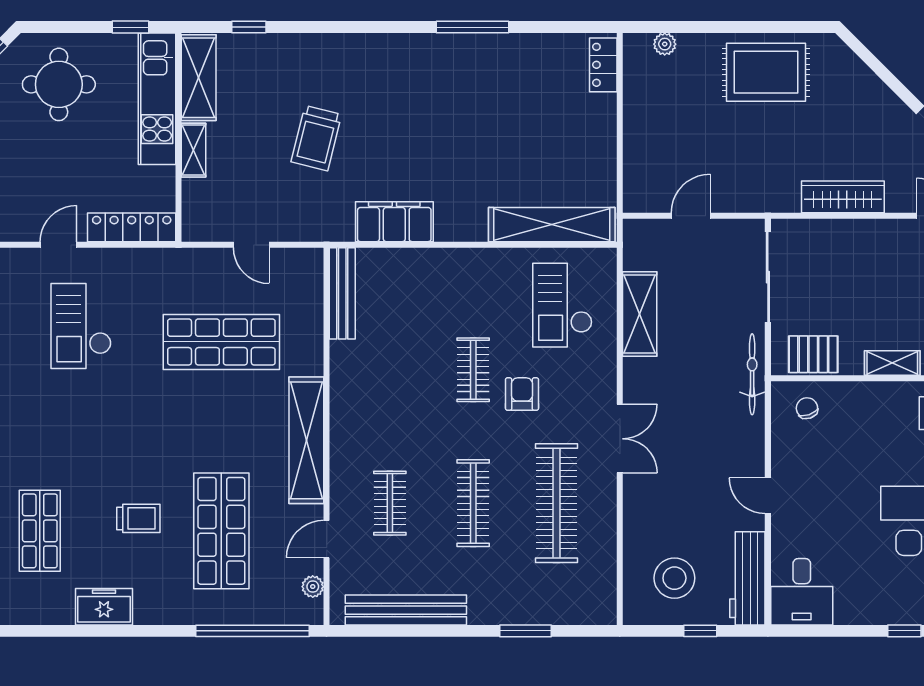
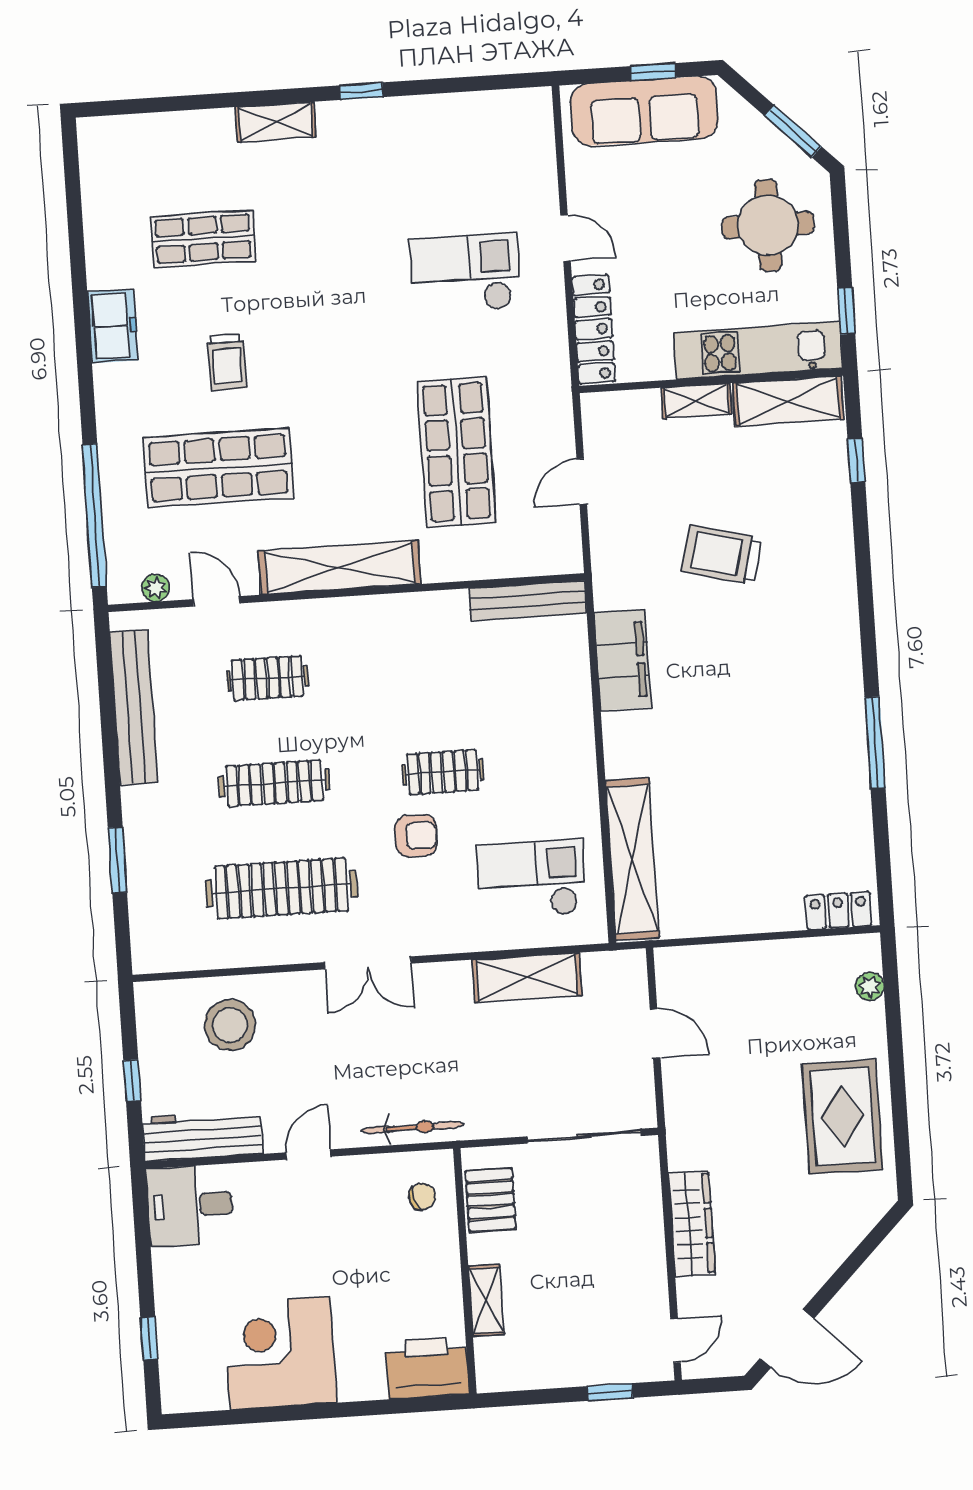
bicycle: (752, 374) -> (413, 1128), moved
stool: (674, 578) -> (230, 1025), moved

